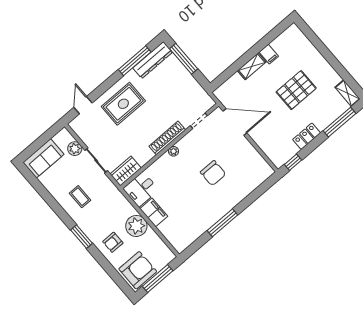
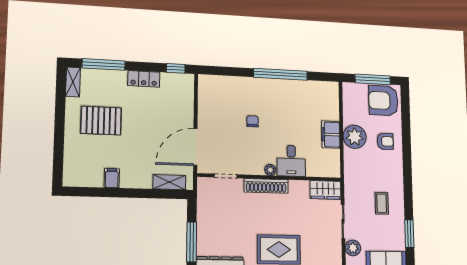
shelving: (252, 66) -> (169, 182), moved
pallet: (296, 90) -> (101, 121), moved
door: (235, 122) -> (195, 147), hinge flipped
chair: (213, 173) -> (253, 121), width x0.54, depth x0.54
desk: (141, 189) -> (291, 161), moved, turned 90
window: (222, 223) -> (280, 74), width x1.46
window: (81, 237) -> (409, 234), moved

